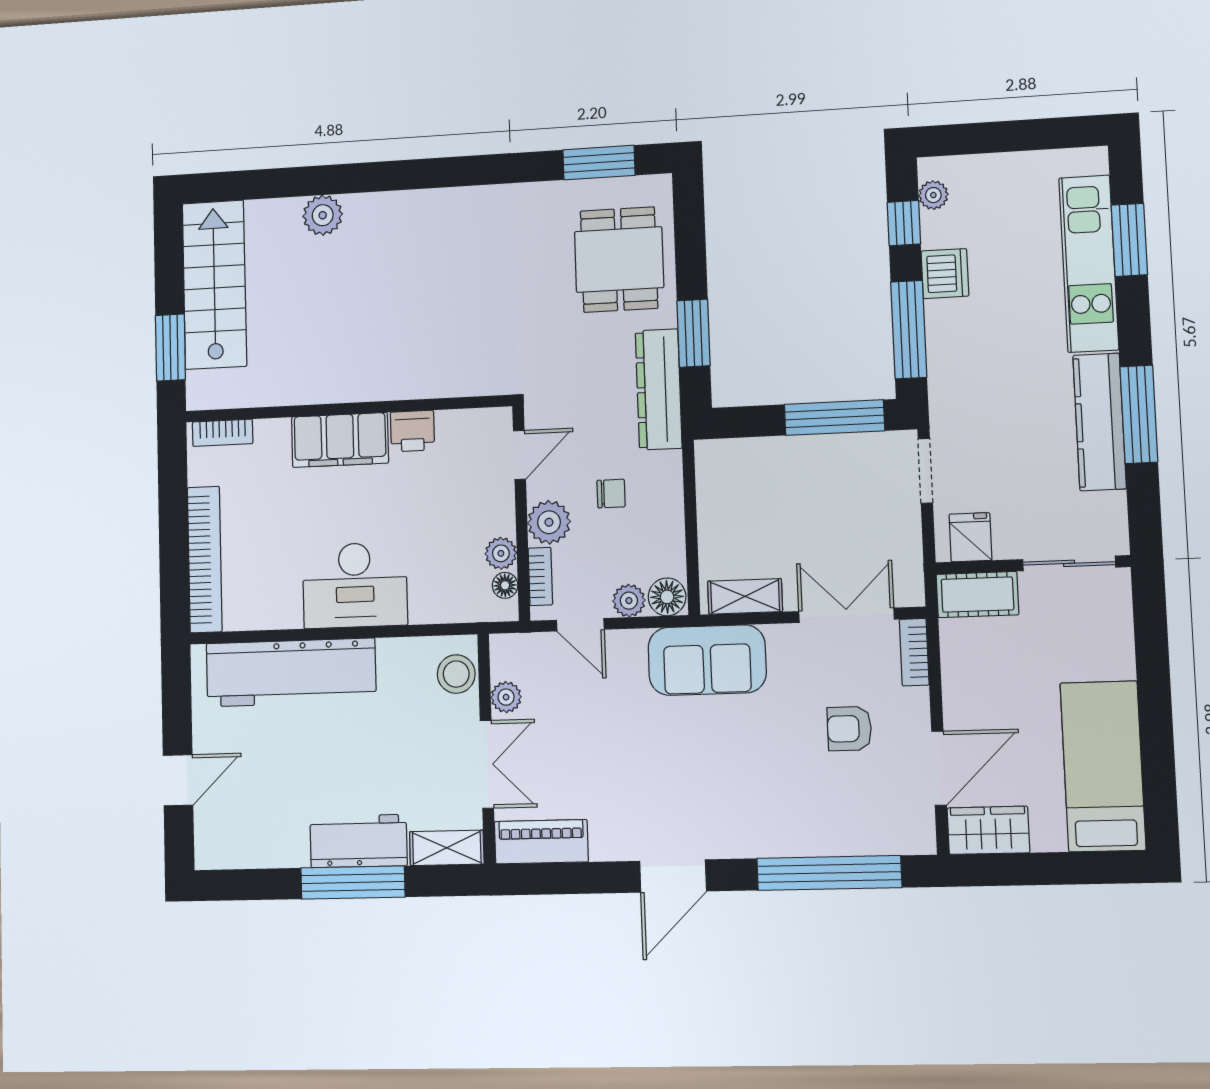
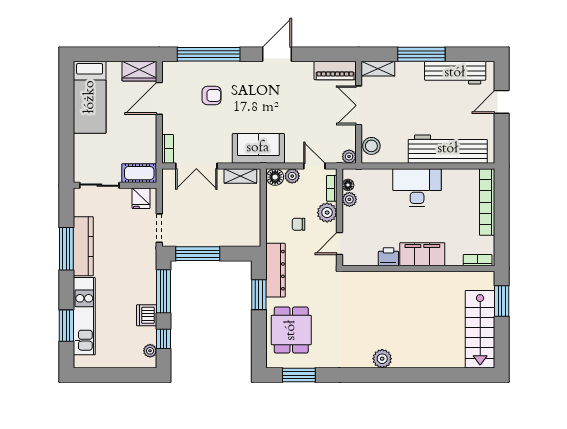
plant: (323, 215) -> (382, 359), moved
plant: (506, 697) -> (349, 157), moved
armchair: (849, 729) -> (212, 95), moved
workbench: (359, 841) -> (455, 73), moved, width x1.38

